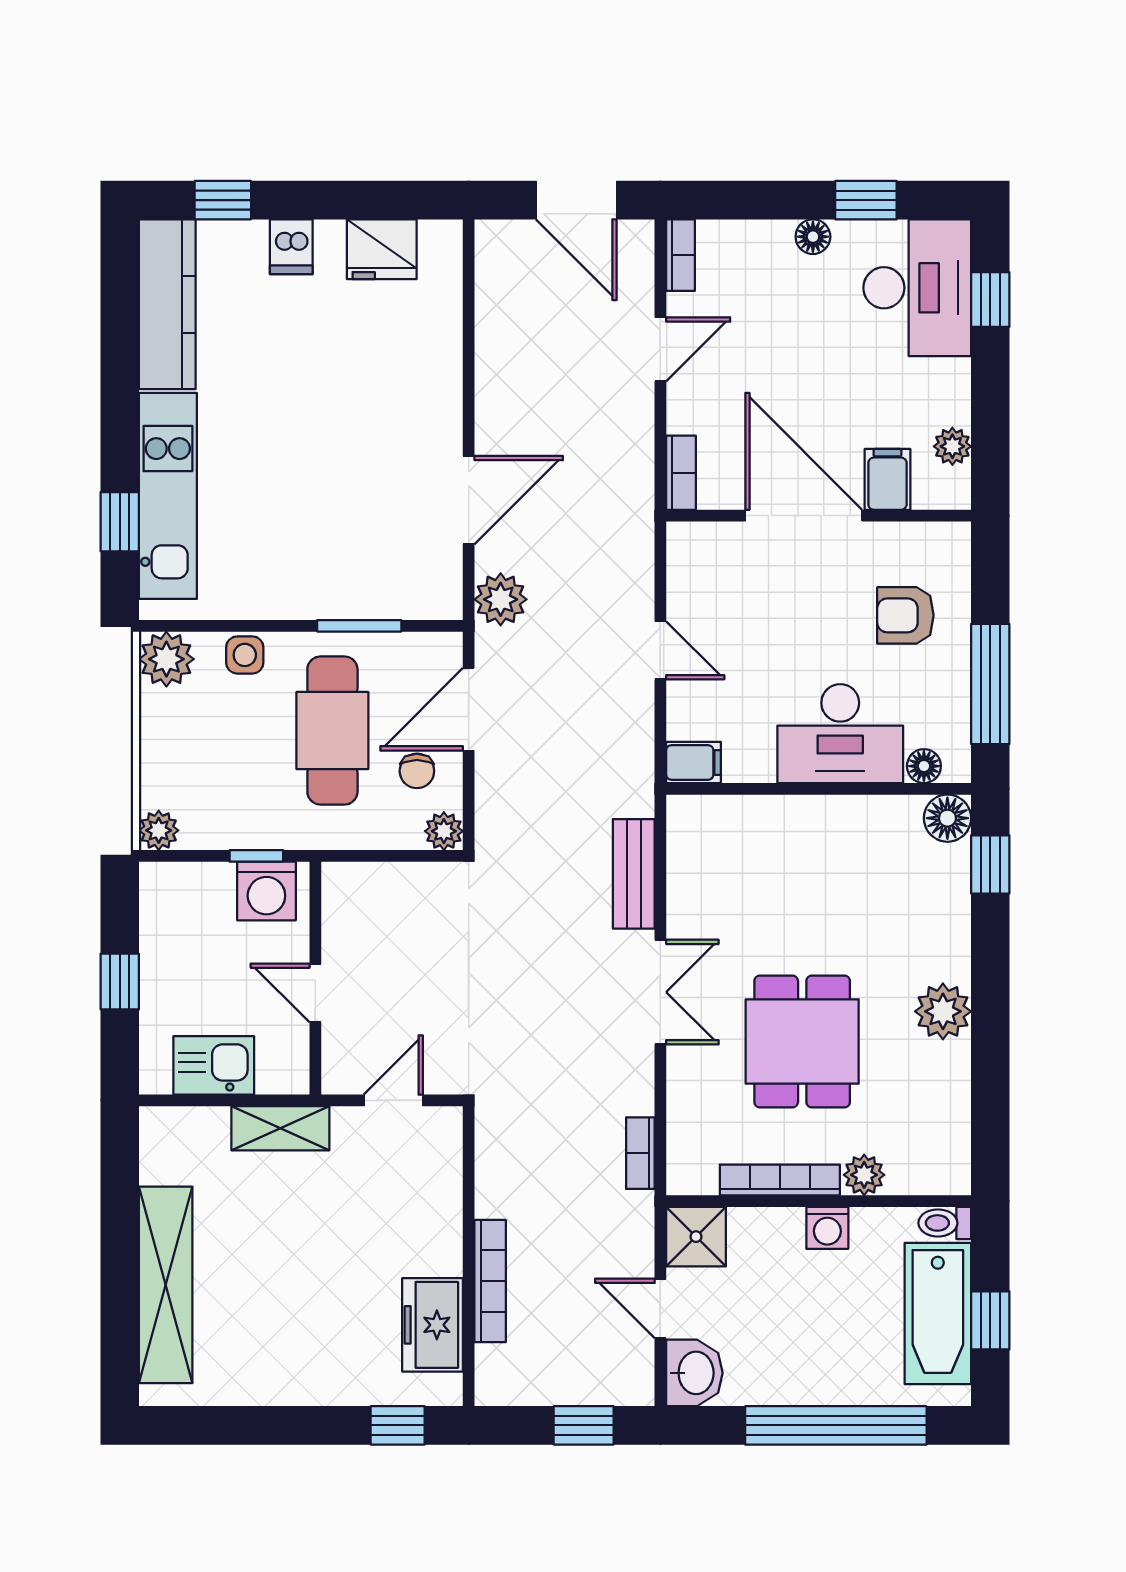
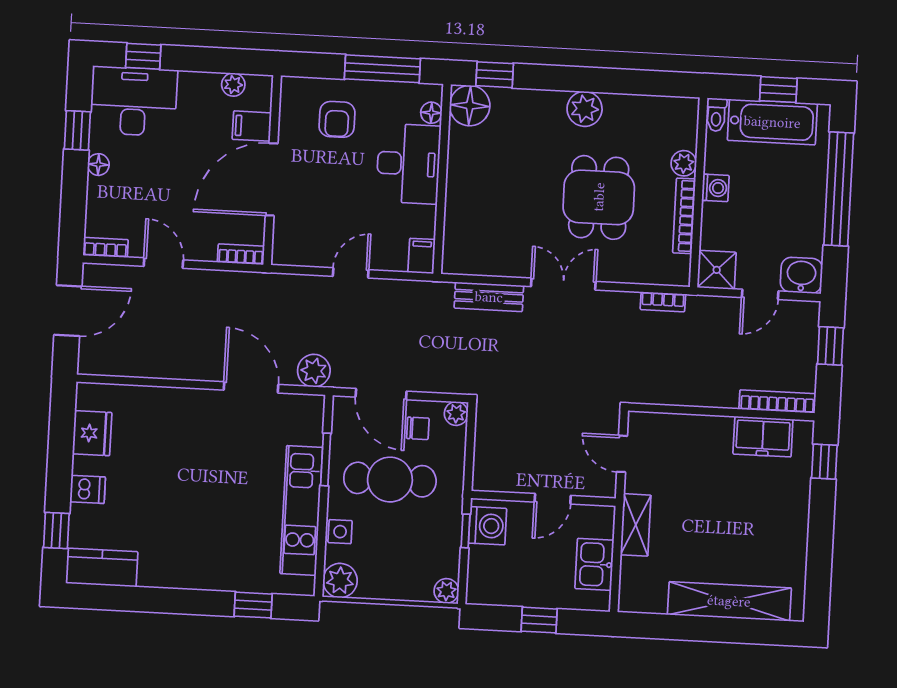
kitchen counter: (167, 304) -> (102, 568), width x0.67
kitchen unit: (168, 496) -> (301, 510), moved, turned -90
floor lamp: (947, 818) -> (470, 106), width x1.38, depth x1.38
dining table: (802, 1041) -> (599, 197), turned 90
bookcase: (490, 1281) -> (777, 402), moved

